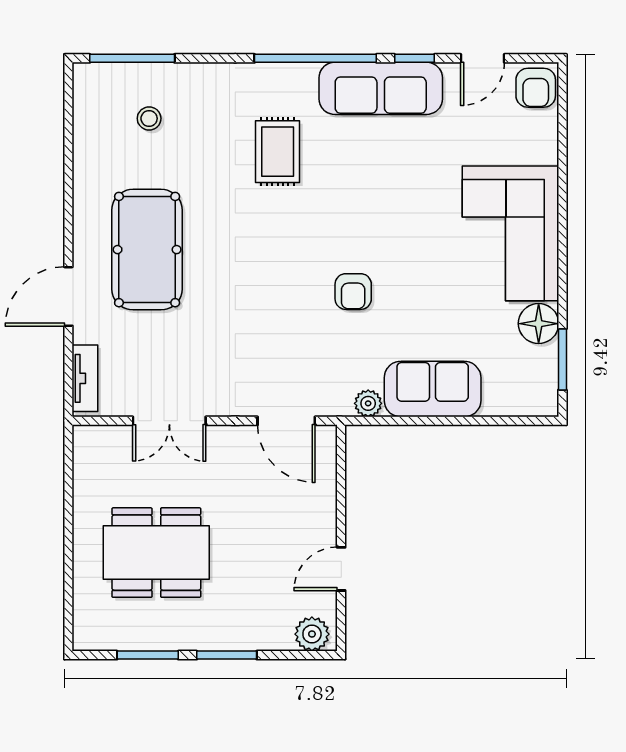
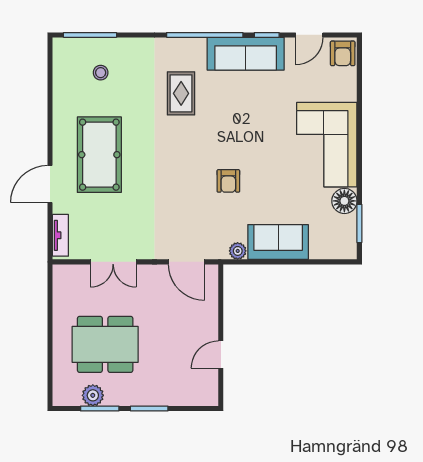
plant: (312, 634) -> (93, 395), moved

